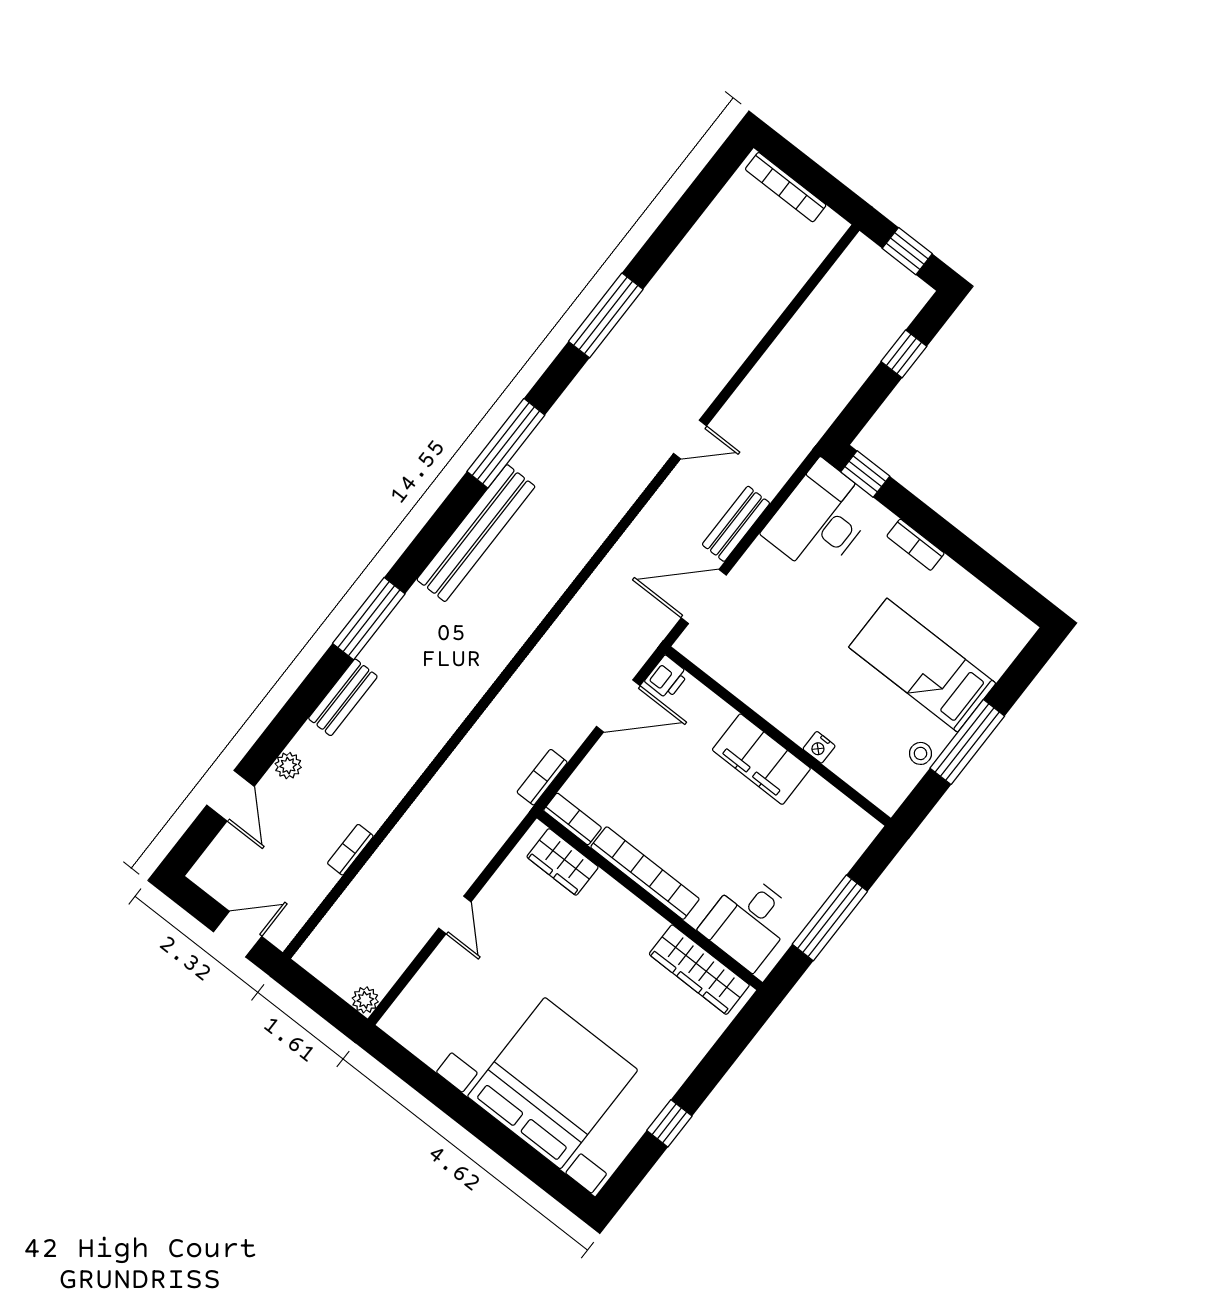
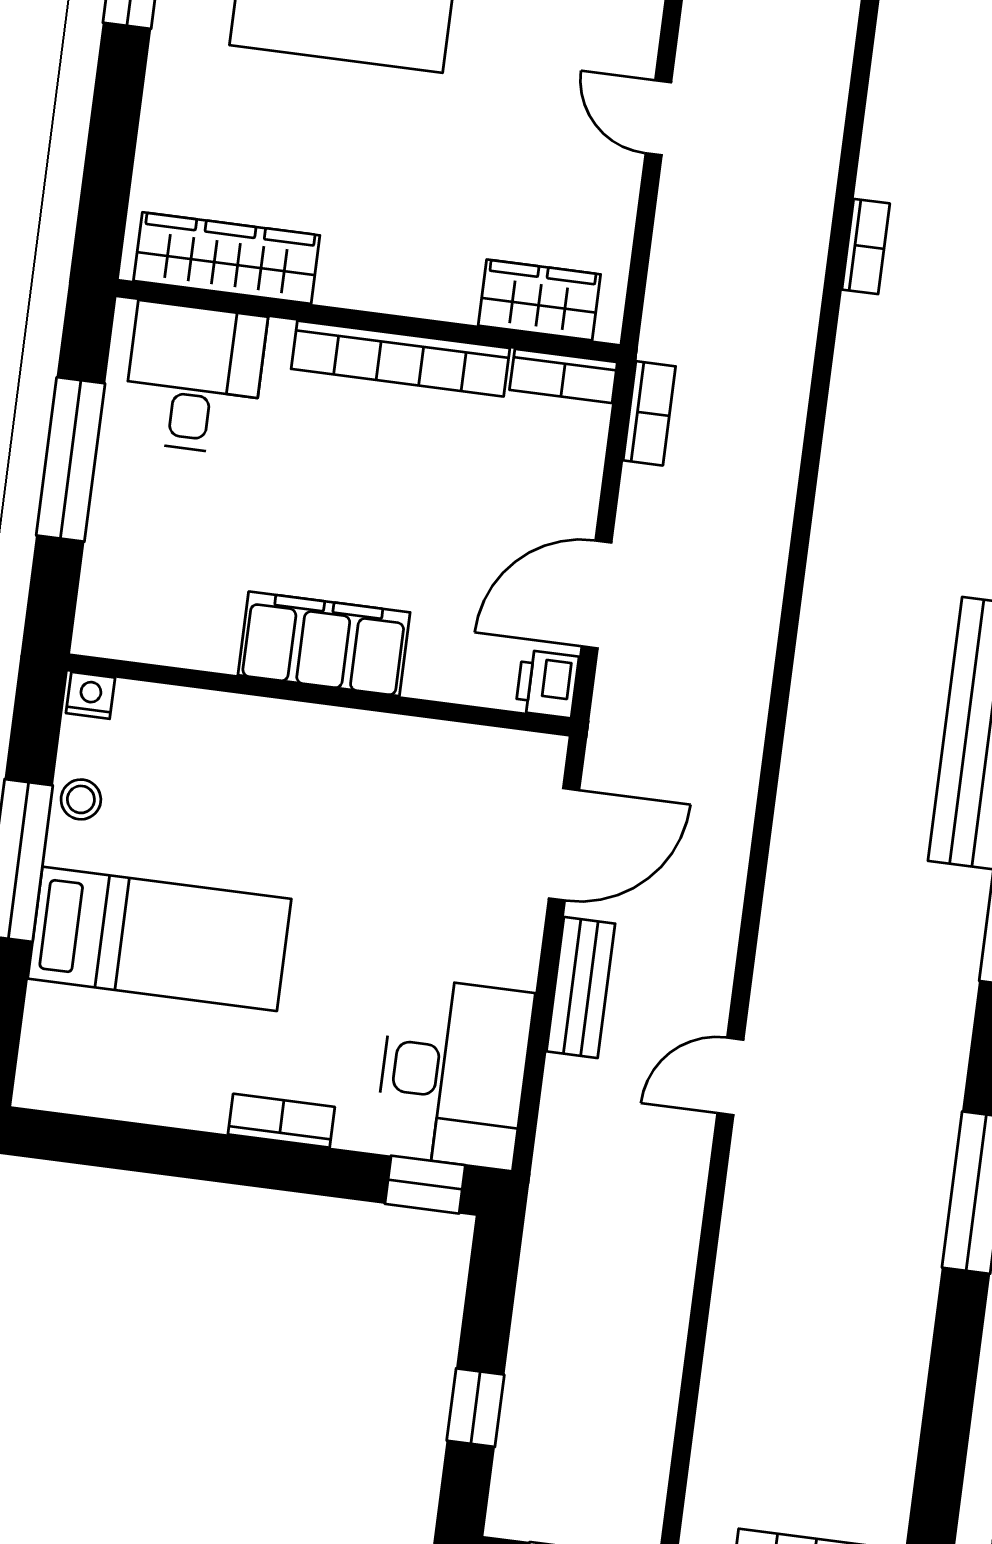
nightstand: (819, 747) -> (90, 695), moved
bookcase: (350, 850) -> (866, 246), moved

